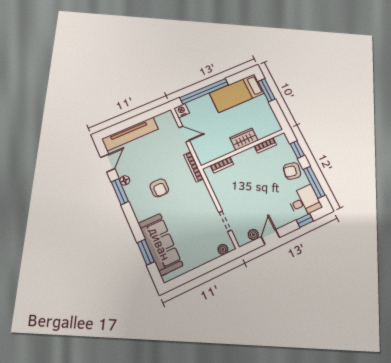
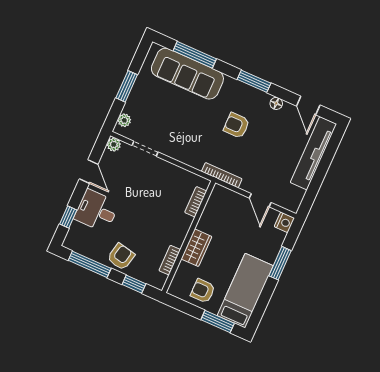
window: (204, 91) -> (280, 263), width x0.47
armchair: (261, 113) -> (203, 291), added
door: (184, 134) -> (260, 200), hinge flipped
window: (120, 192) -> (254, 81), moved
desk: (304, 201) -> (97, 211), moved, turned 90
plant: (253, 235) -> (114, 144), moved
window: (146, 252) -> (195, 55), width x1.44
window: (204, 269) -> (127, 86), added

